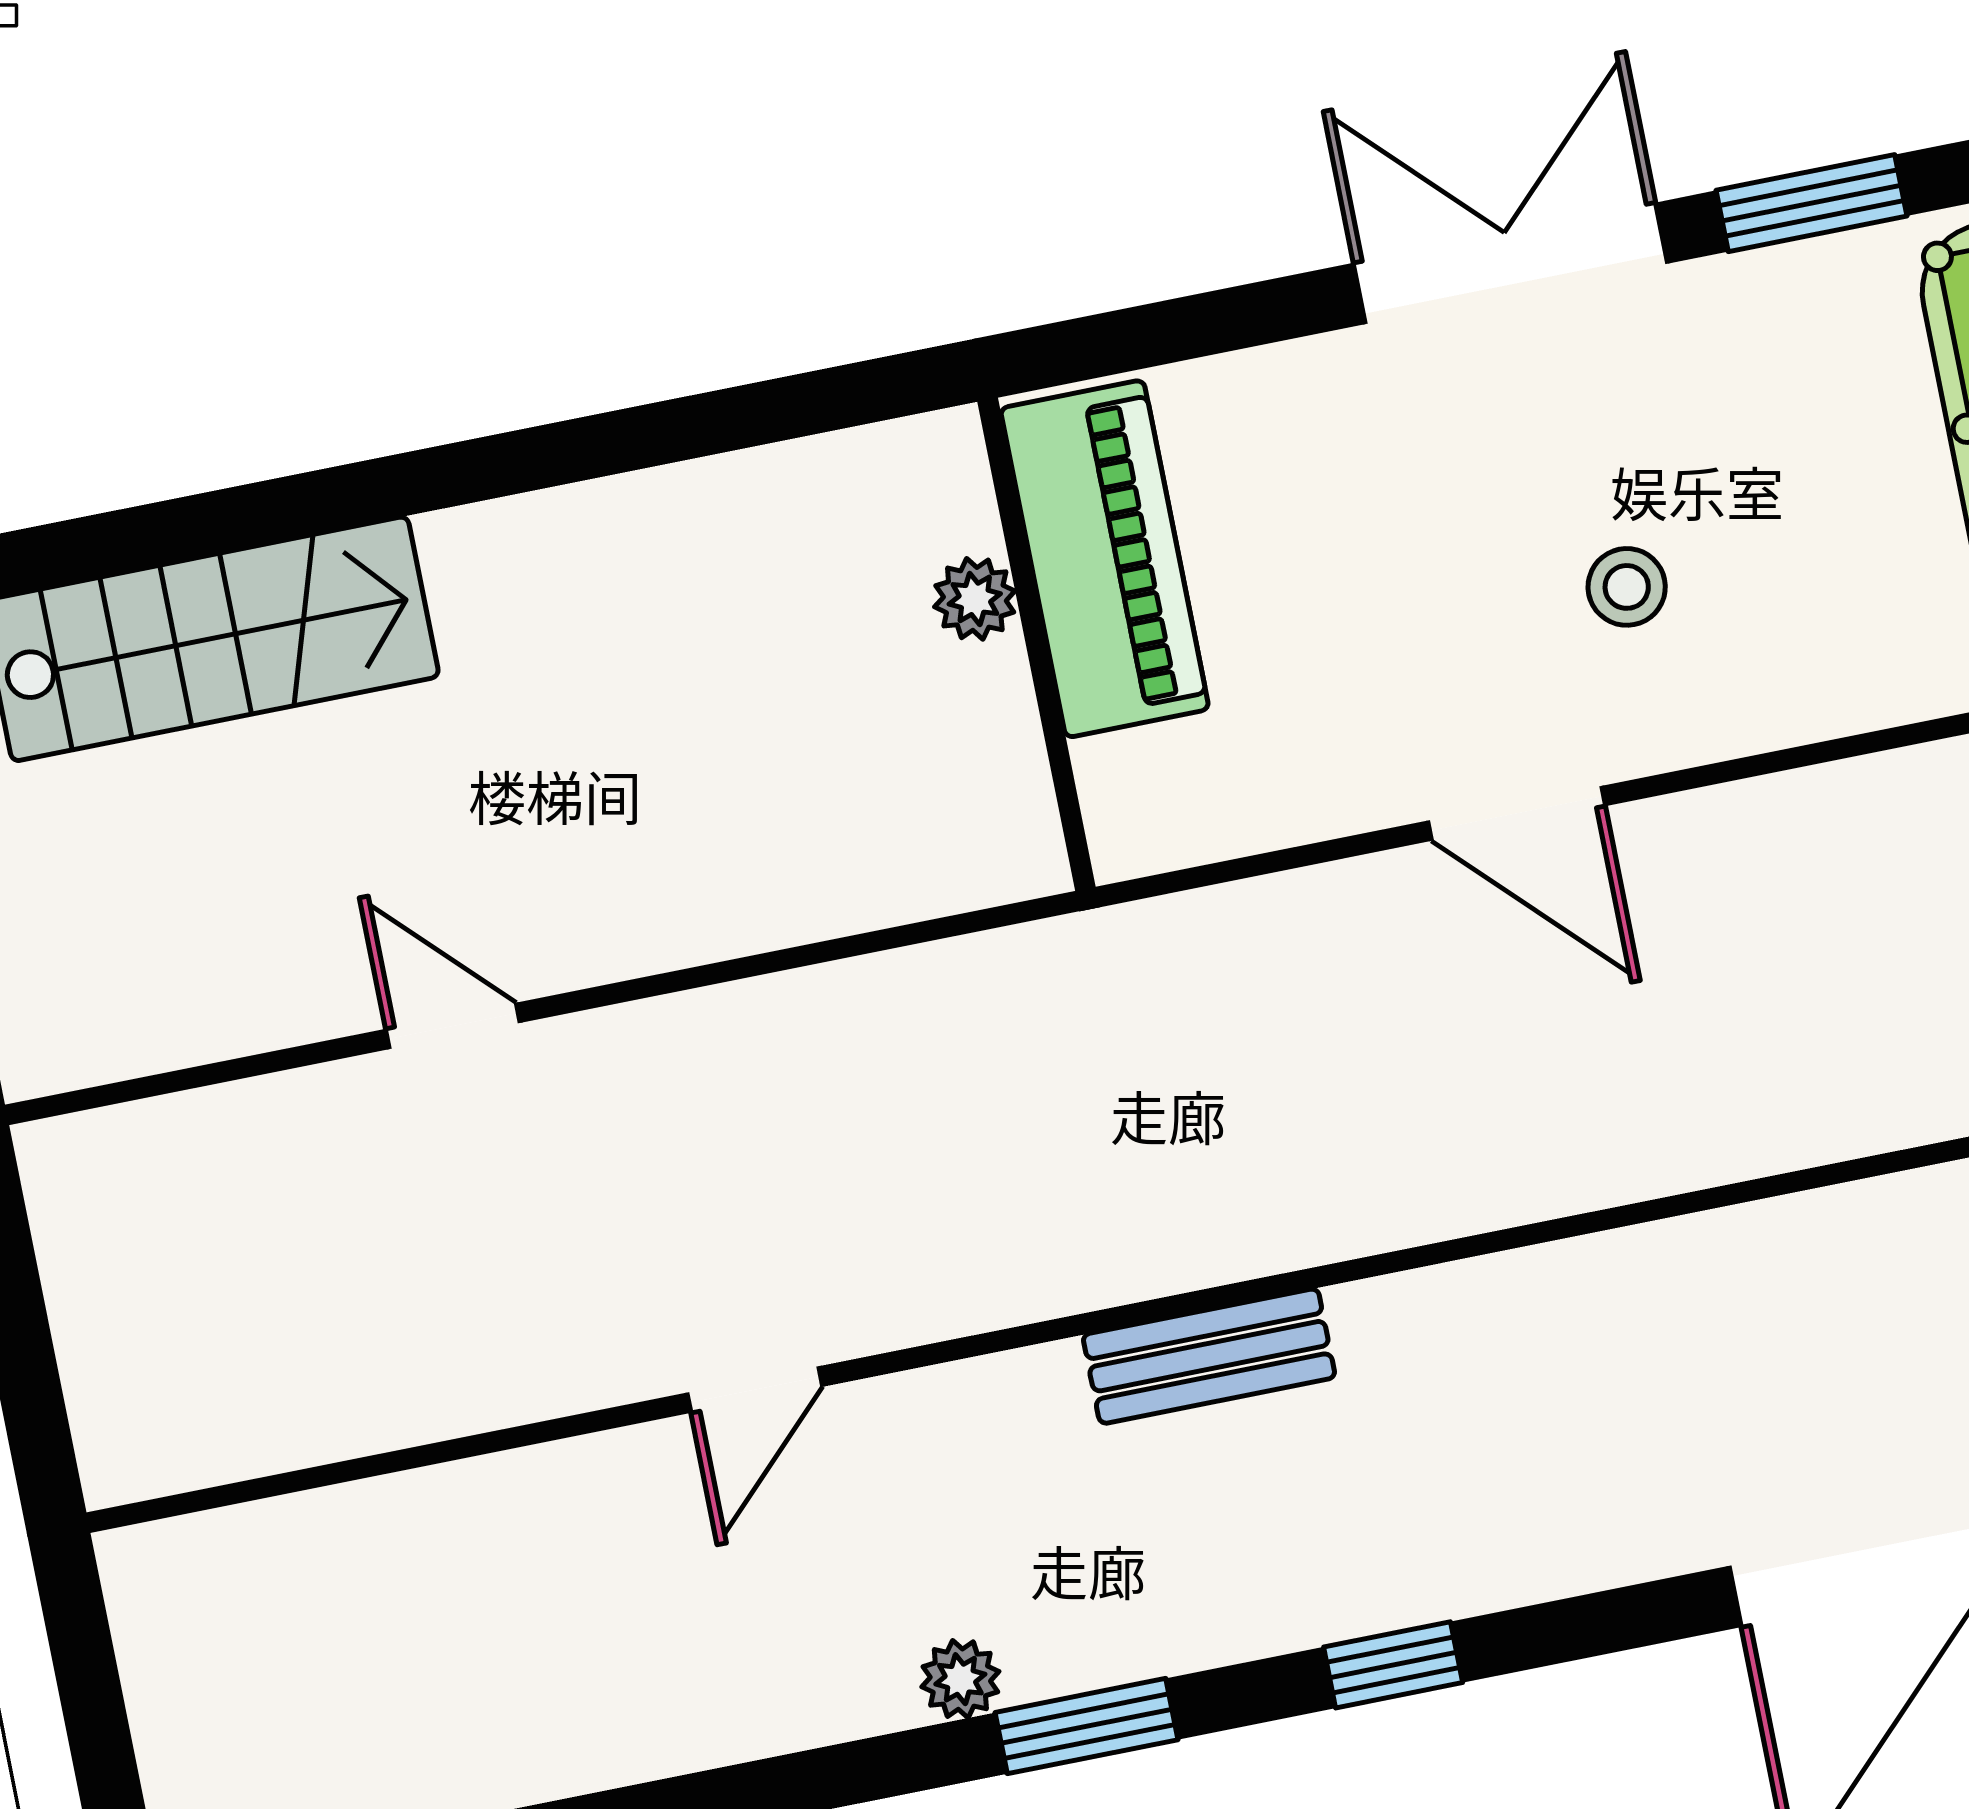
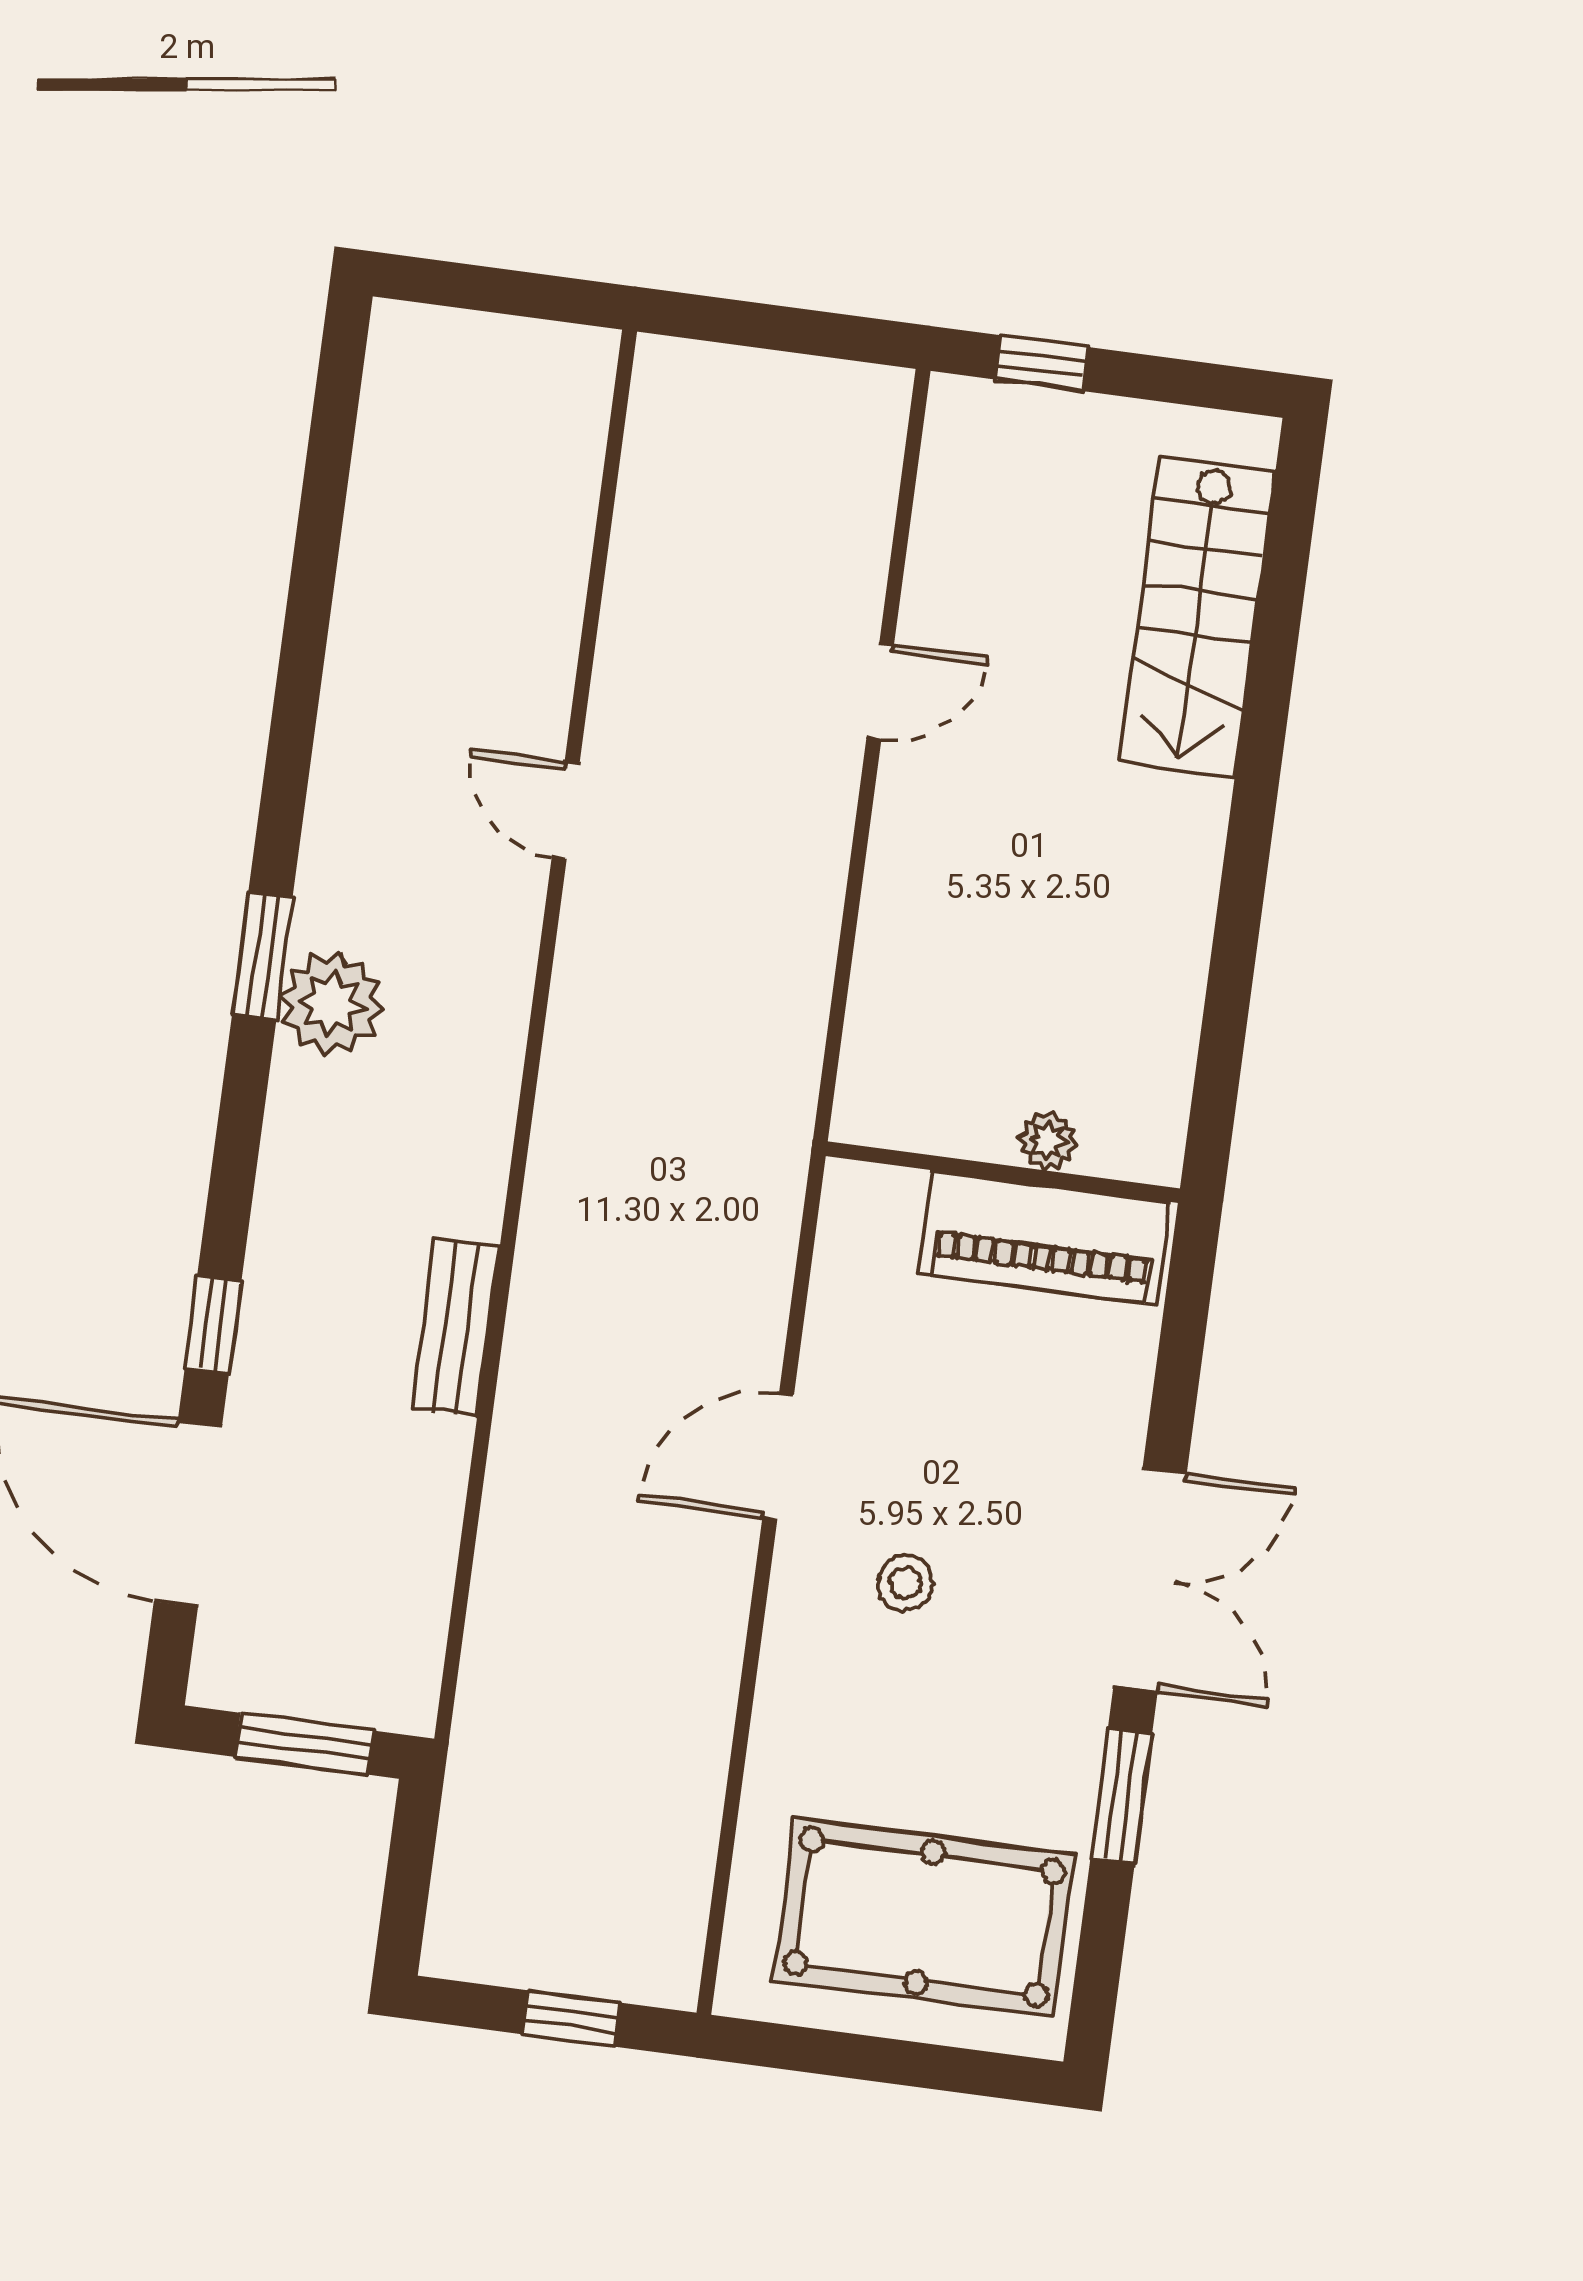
bench: (1209, 1356) -> (456, 1327), moved
window: (1393, 1665) -> (213, 1325), moved
plant: (960, 1679) -> (332, 1003), moved, width x1.87, depth x1.87

